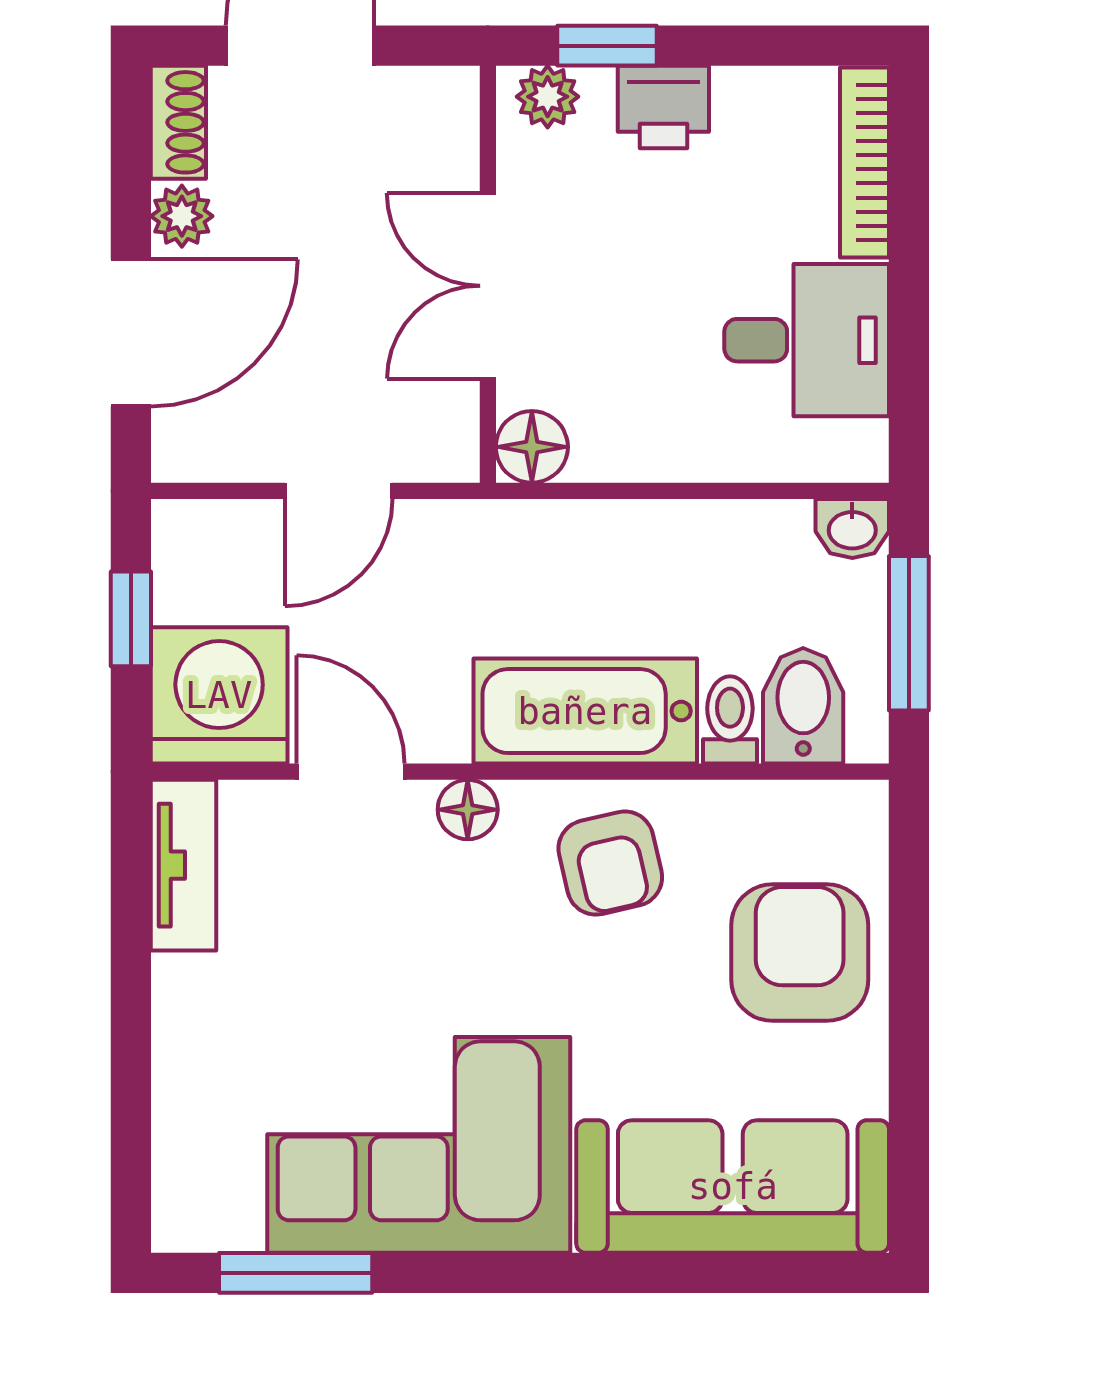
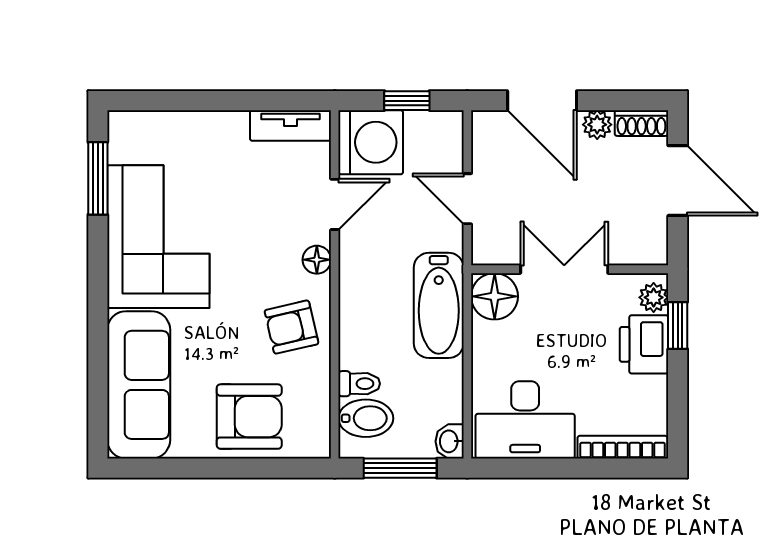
printer: (663, 107) -> (644, 344), width x1.36, depth x1.24
desk: (807, 340) -> (525, 420), width x1.37
floor lamp: (532, 447) -> (495, 296), width x1.38, depth x1.38
bathtub: (585, 711) -> (439, 305), moved, turned 180

